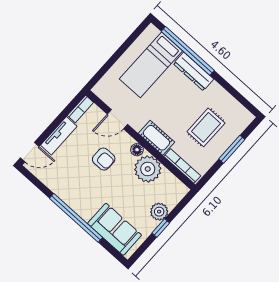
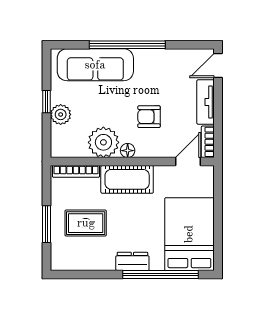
bed: (151, 65) -> (189, 234), width x1.50
dresser: (193, 71) -> (132, 261), width x0.70
door: (117, 119) -> (188, 162), moved
rug: (206, 127) -> (86, 223), turned 90
cot: (156, 138) -> (127, 179), width x1.37, depth x1.34
sofa: (115, 229) -> (95, 65), width x1.36

